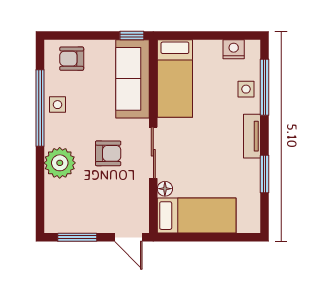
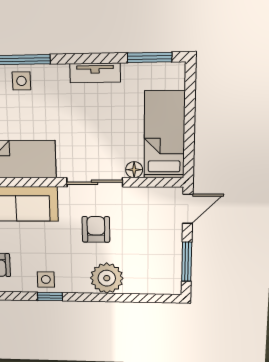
window: (40, 108) -> (50, 297), width x0.32
tv unit: (252, 136) -> (95, 73), moved
window: (265, 174) -> (150, 57), moved

